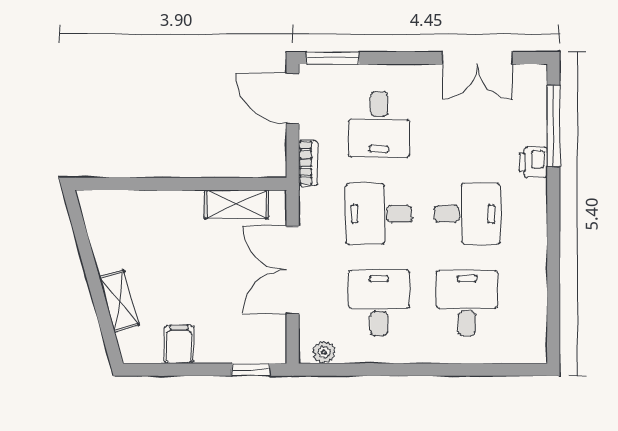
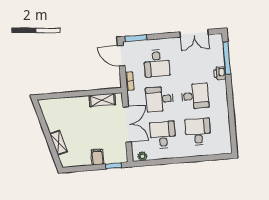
double door: (293, 270) -> (127, 124), swing flipped
filing cabinet: (179, 344) -> (97, 157), moved

